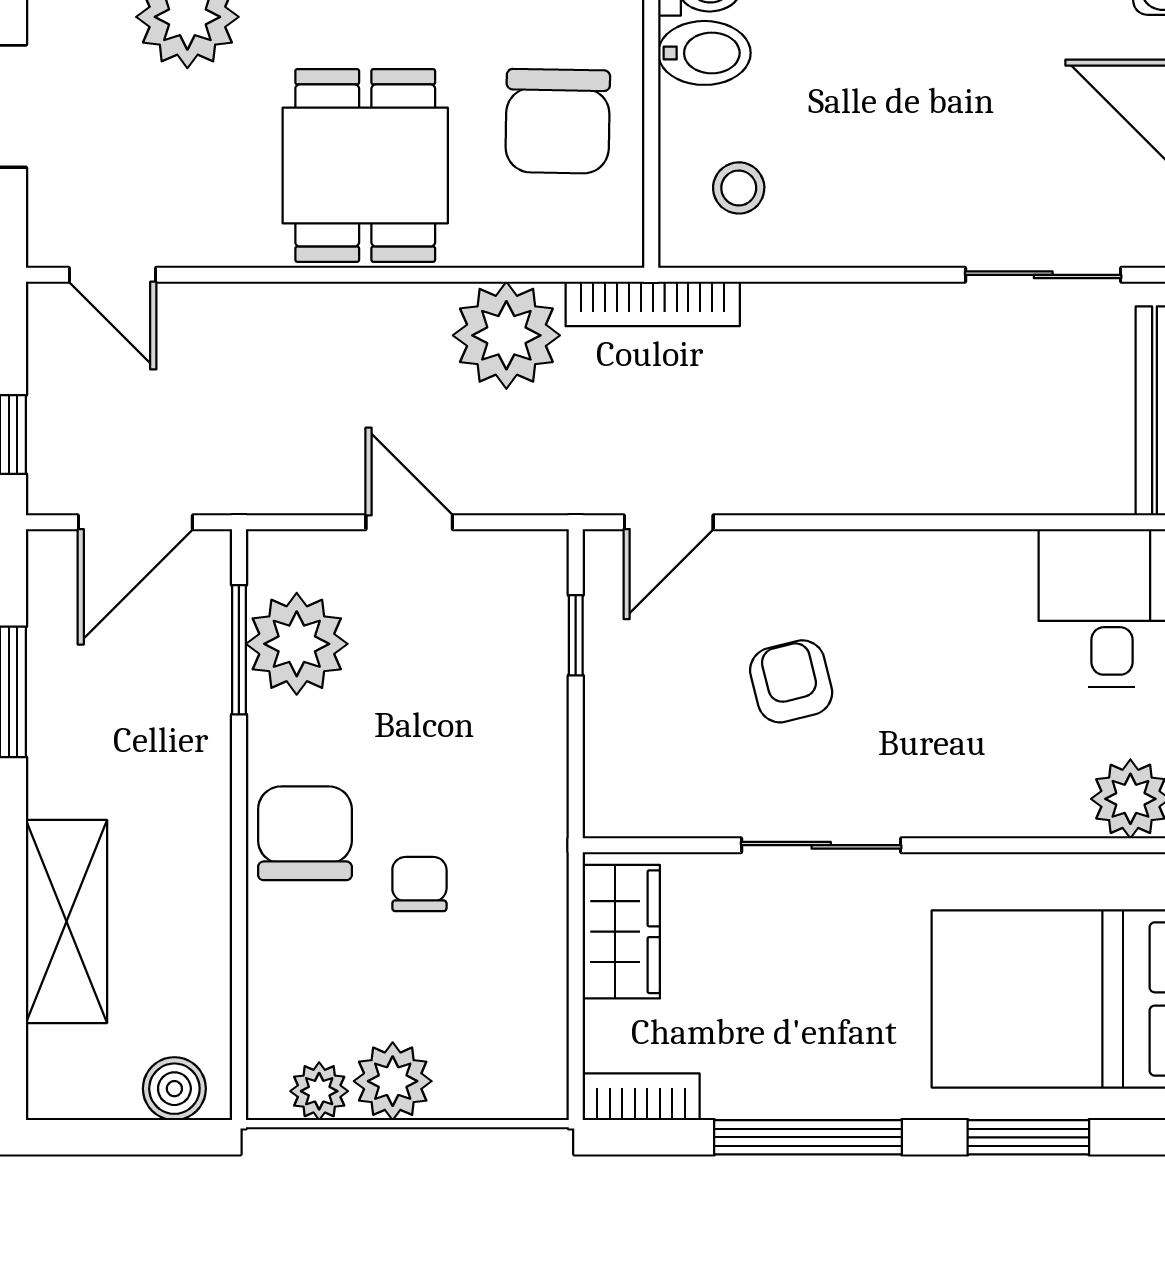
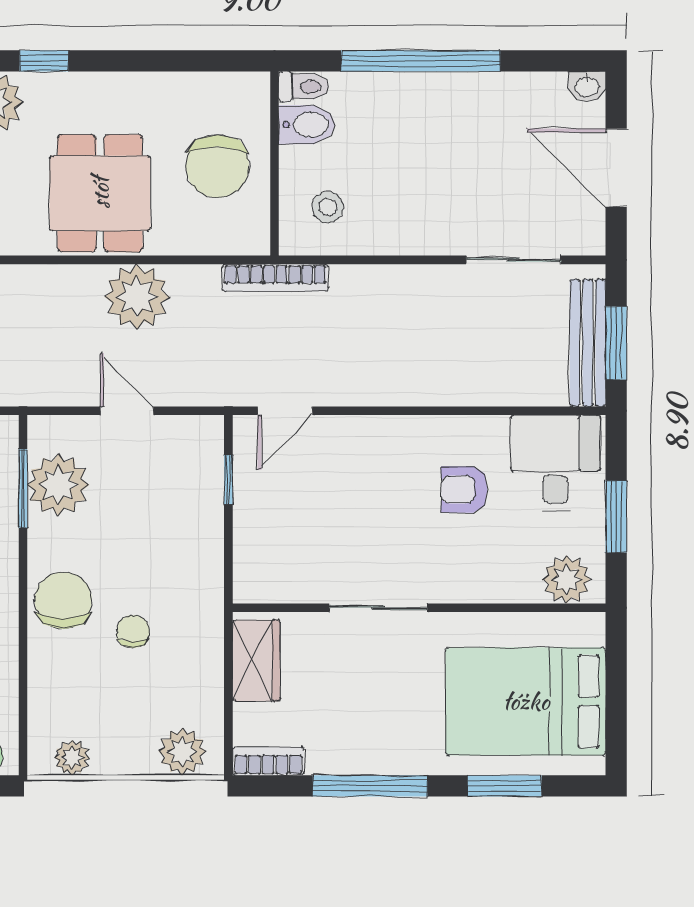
plant: (506, 335) -> (137, 297), moved
armchair: (791, 681) -> (464, 489), moved, turned -76
plant: (393, 1081) -> (182, 752), moved

